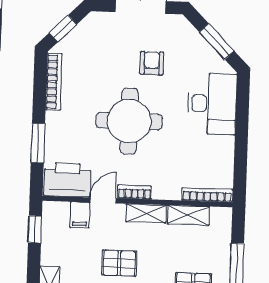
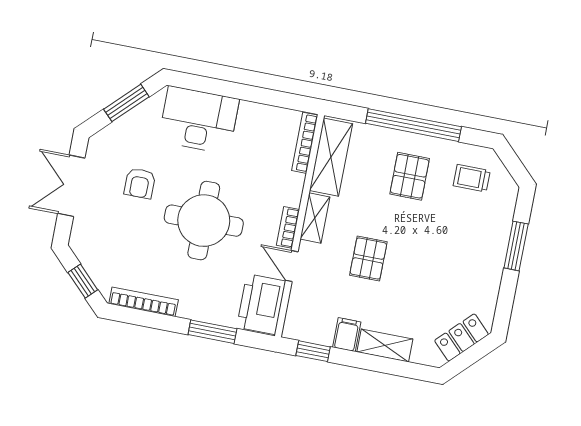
armchair: (152, 63) -> (140, 183), turned -90
filing cabinet: (80, 215) -> (347, 335), moved, turned -90
shelving: (188, 215) -> (331, 157), width x1.50, depth x1.33

